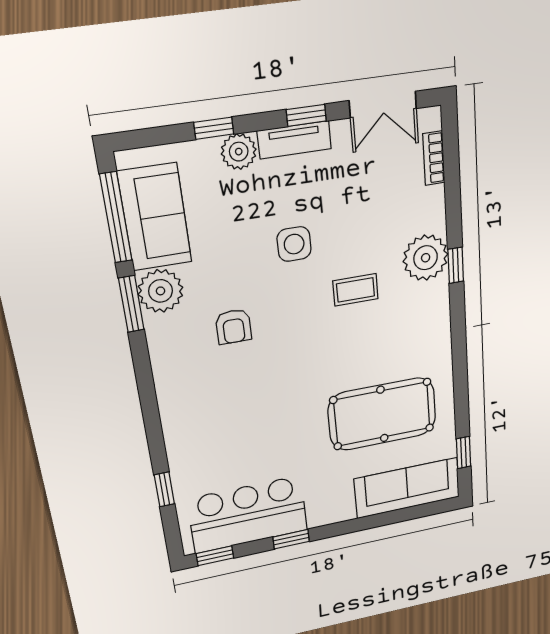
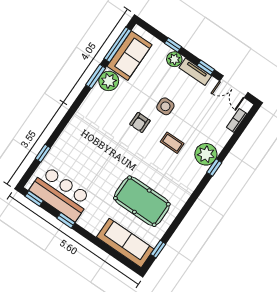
armchair: (233, 327) -> (140, 122), moved

